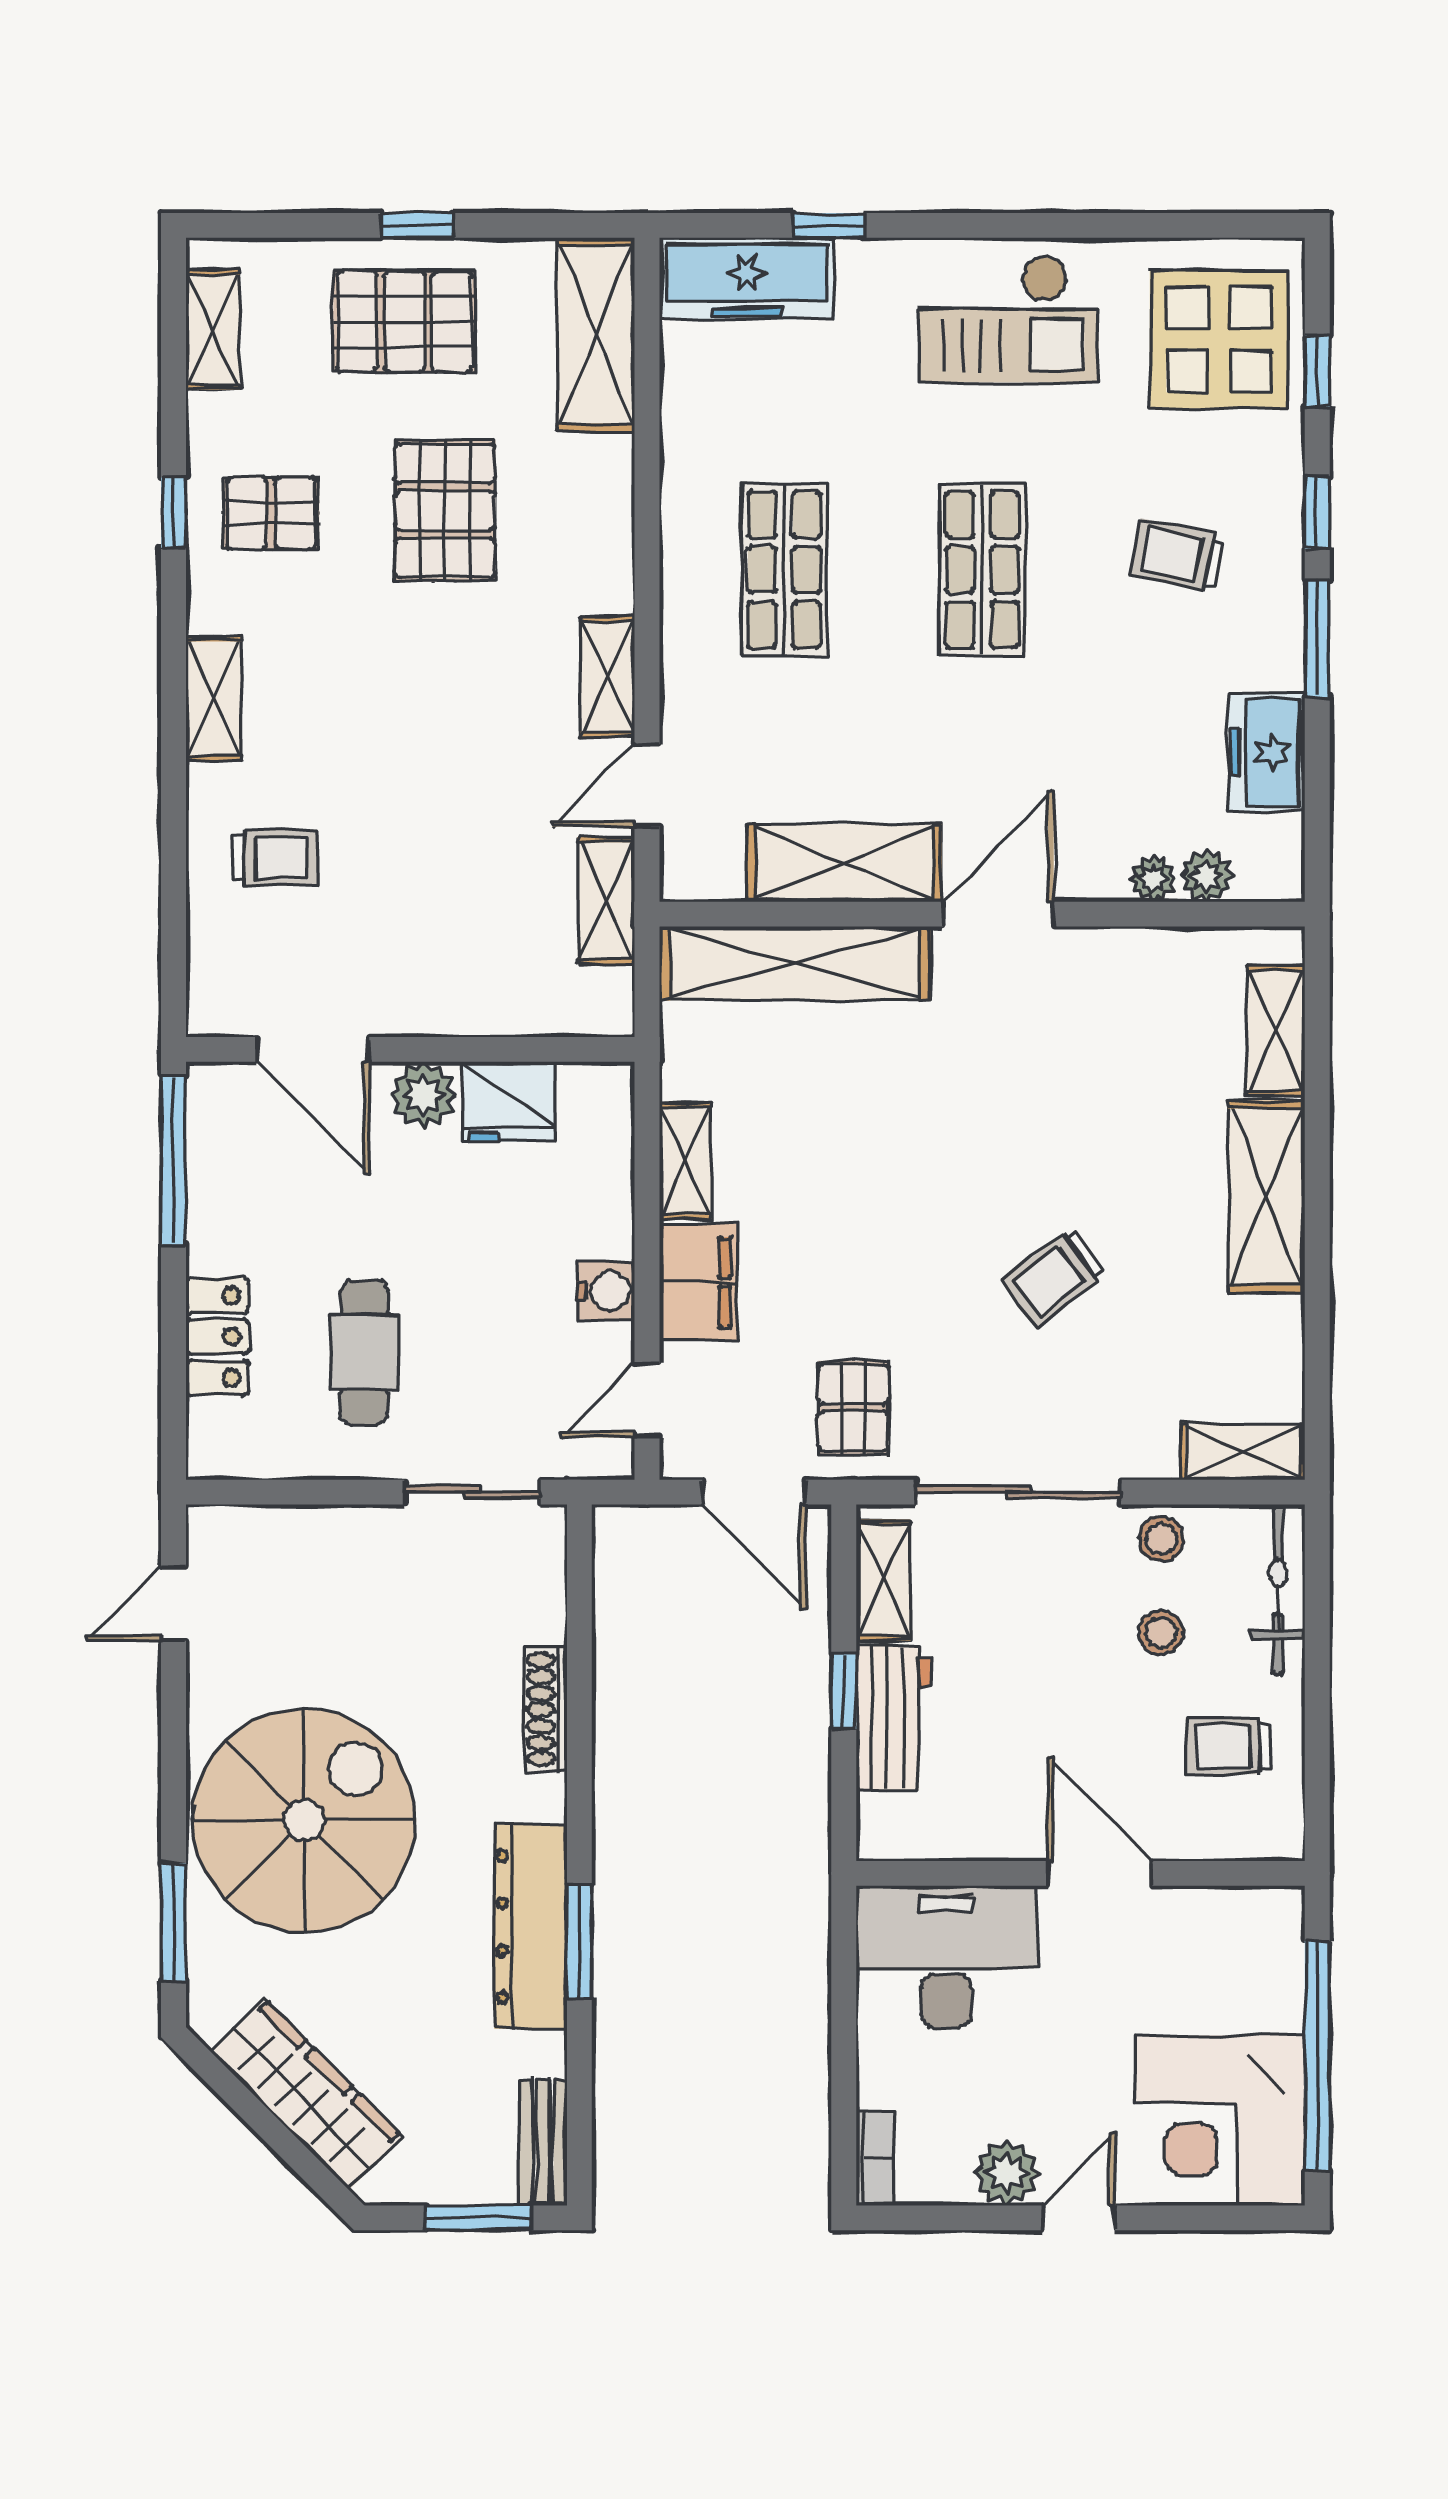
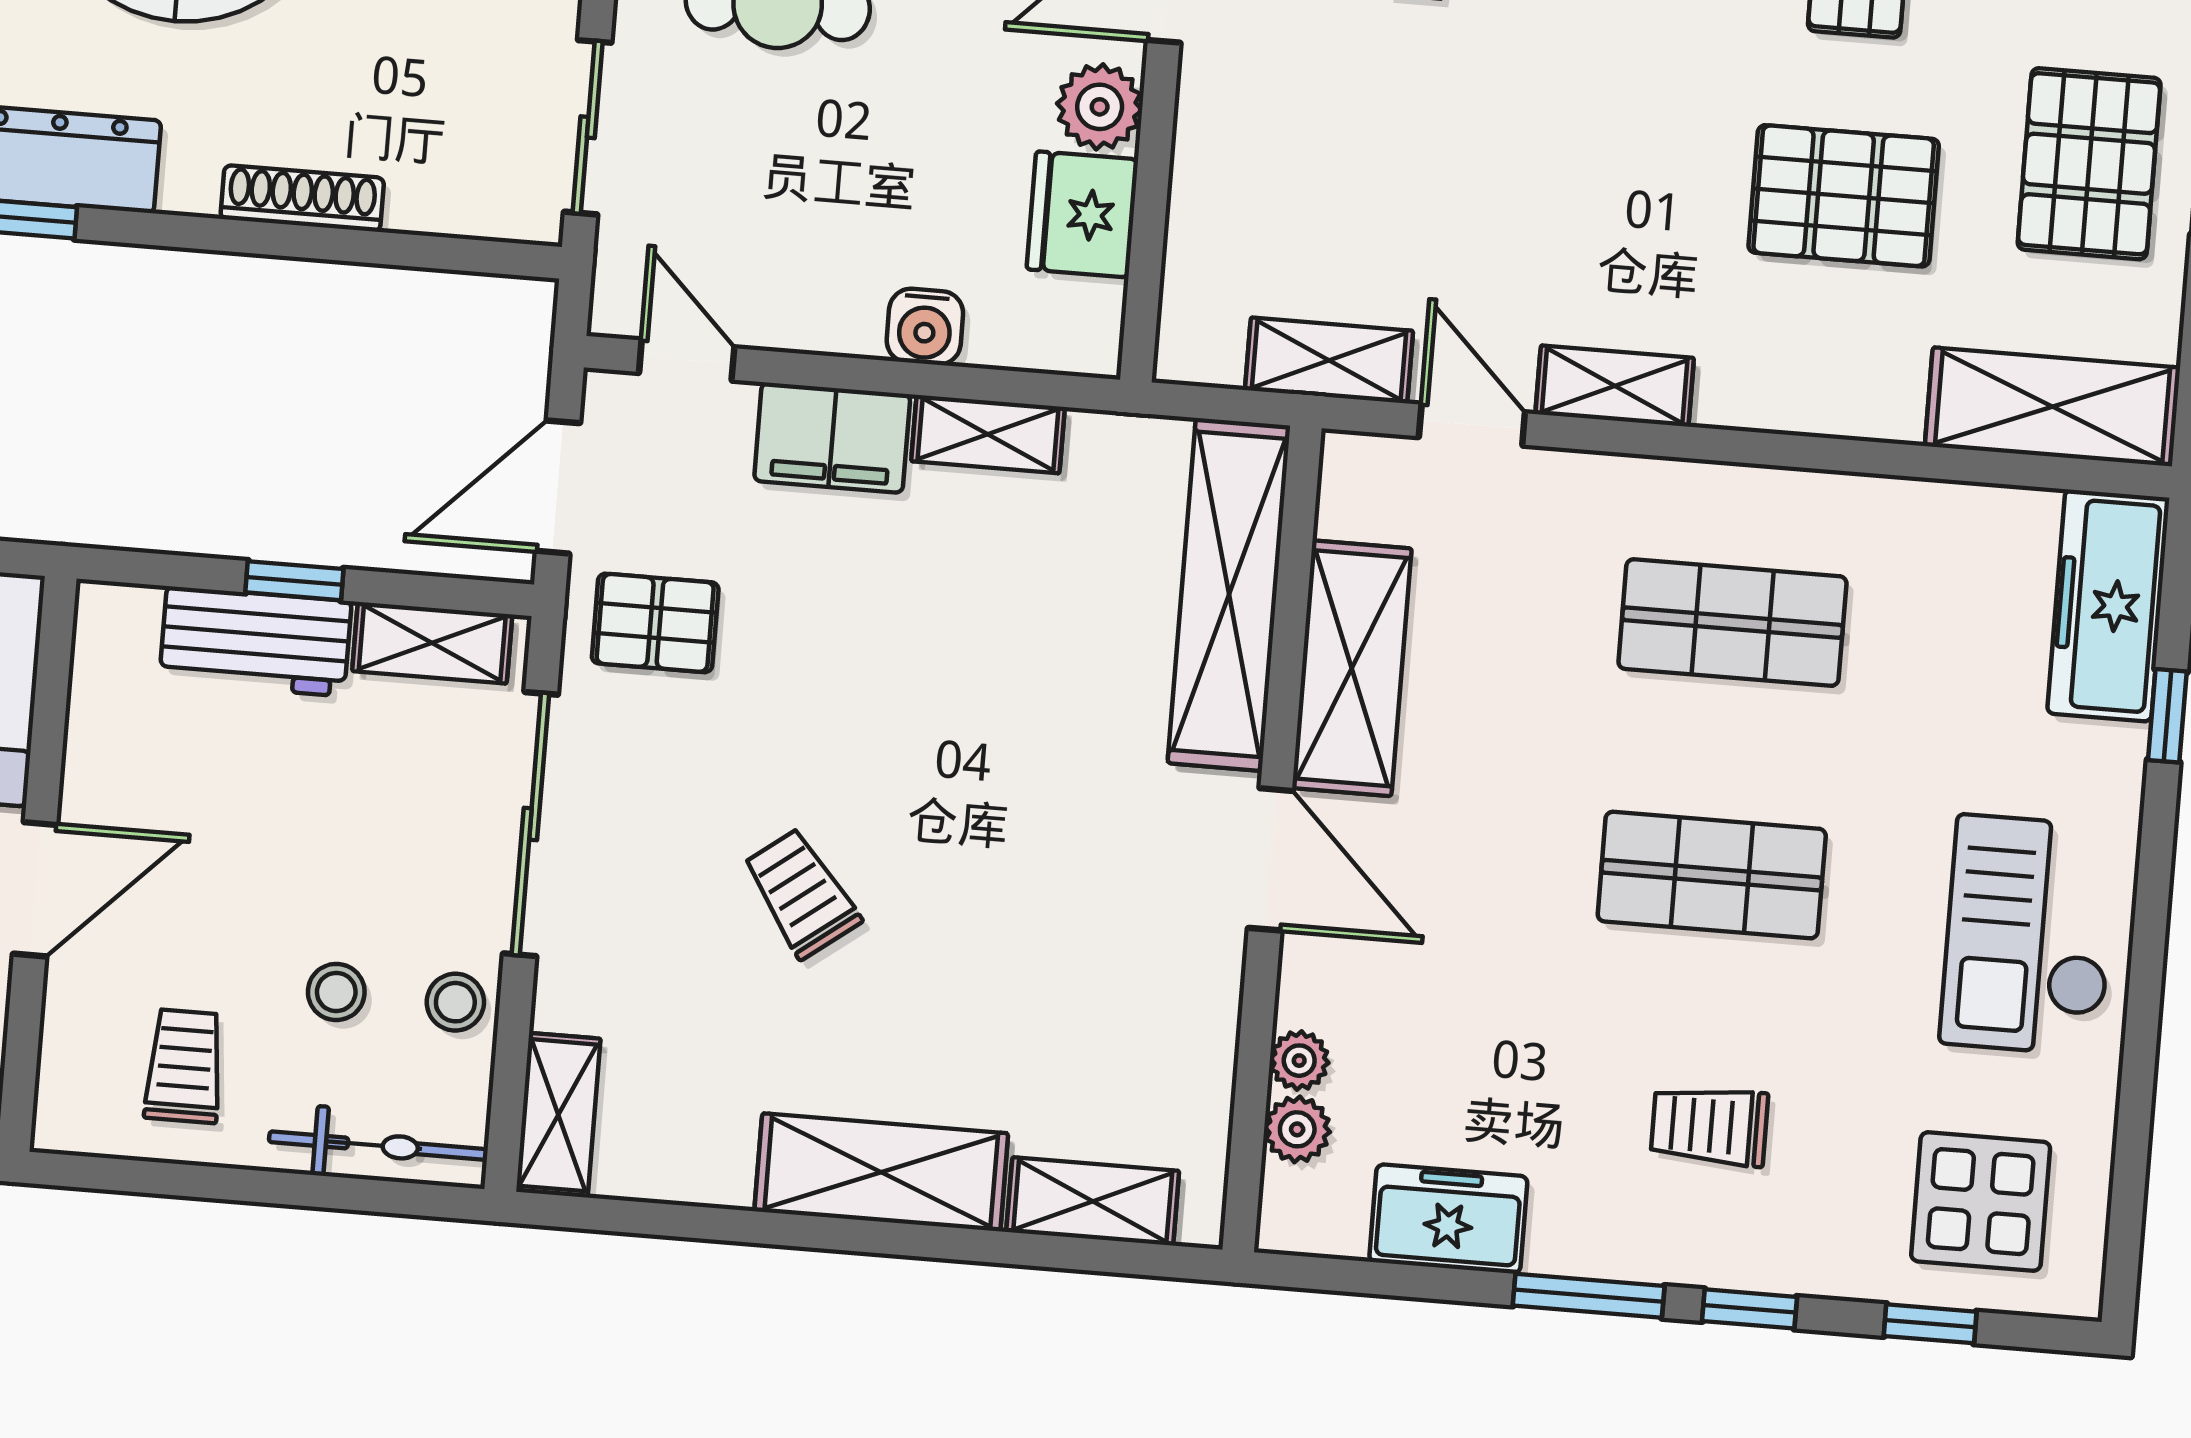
display table: (1219, 340) -> (1981, 1202), width x0.73, depth x0.73
trolley: (1177, 556) -> (1709, 1126), turned -102
water cooler: (606, 1291) -> (925, 327), moved

